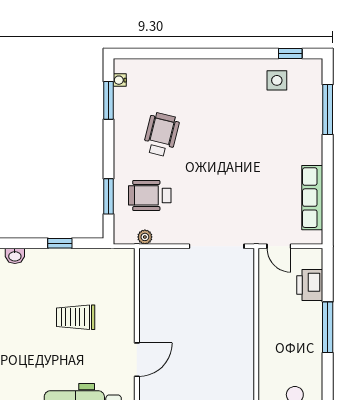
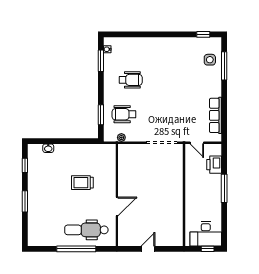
side table: (277, 80) -> (210, 60), moved
wheelchair: (161, 134) -> (131, 80), turned 76
window: (60, 243) -> (74, 141), removed

